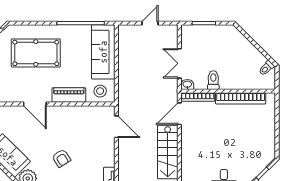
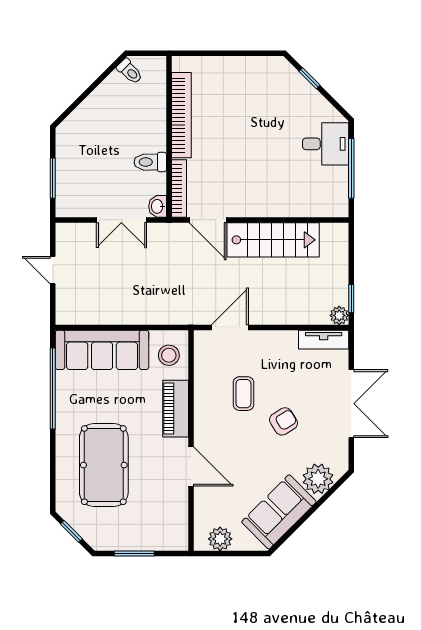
door: (35, 104) -> (191, 467), hinge flipped
coffee table: (78, 135) -> (243, 394), added

